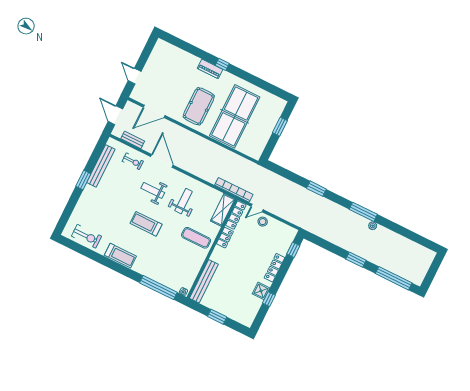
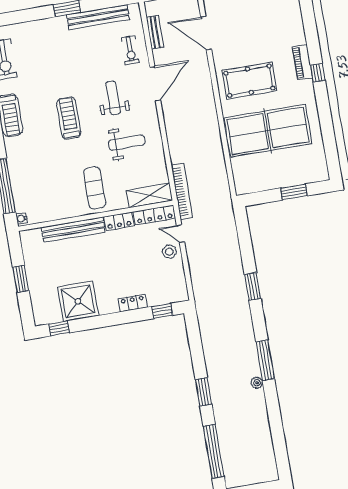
locker: (275, 268) -> (133, 303), width x0.66
bench: (204, 281) -> (73, 230), moved
shower: (261, 291) -> (78, 301), width x1.86, depth x1.86
window: (269, 299) -> (59, 328), moved

